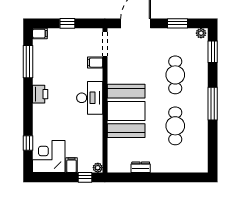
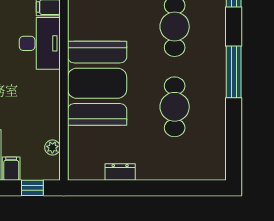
desk: (90, 98) -> (40, 43), moved
plant: (98, 168) -> (52, 148), moved

